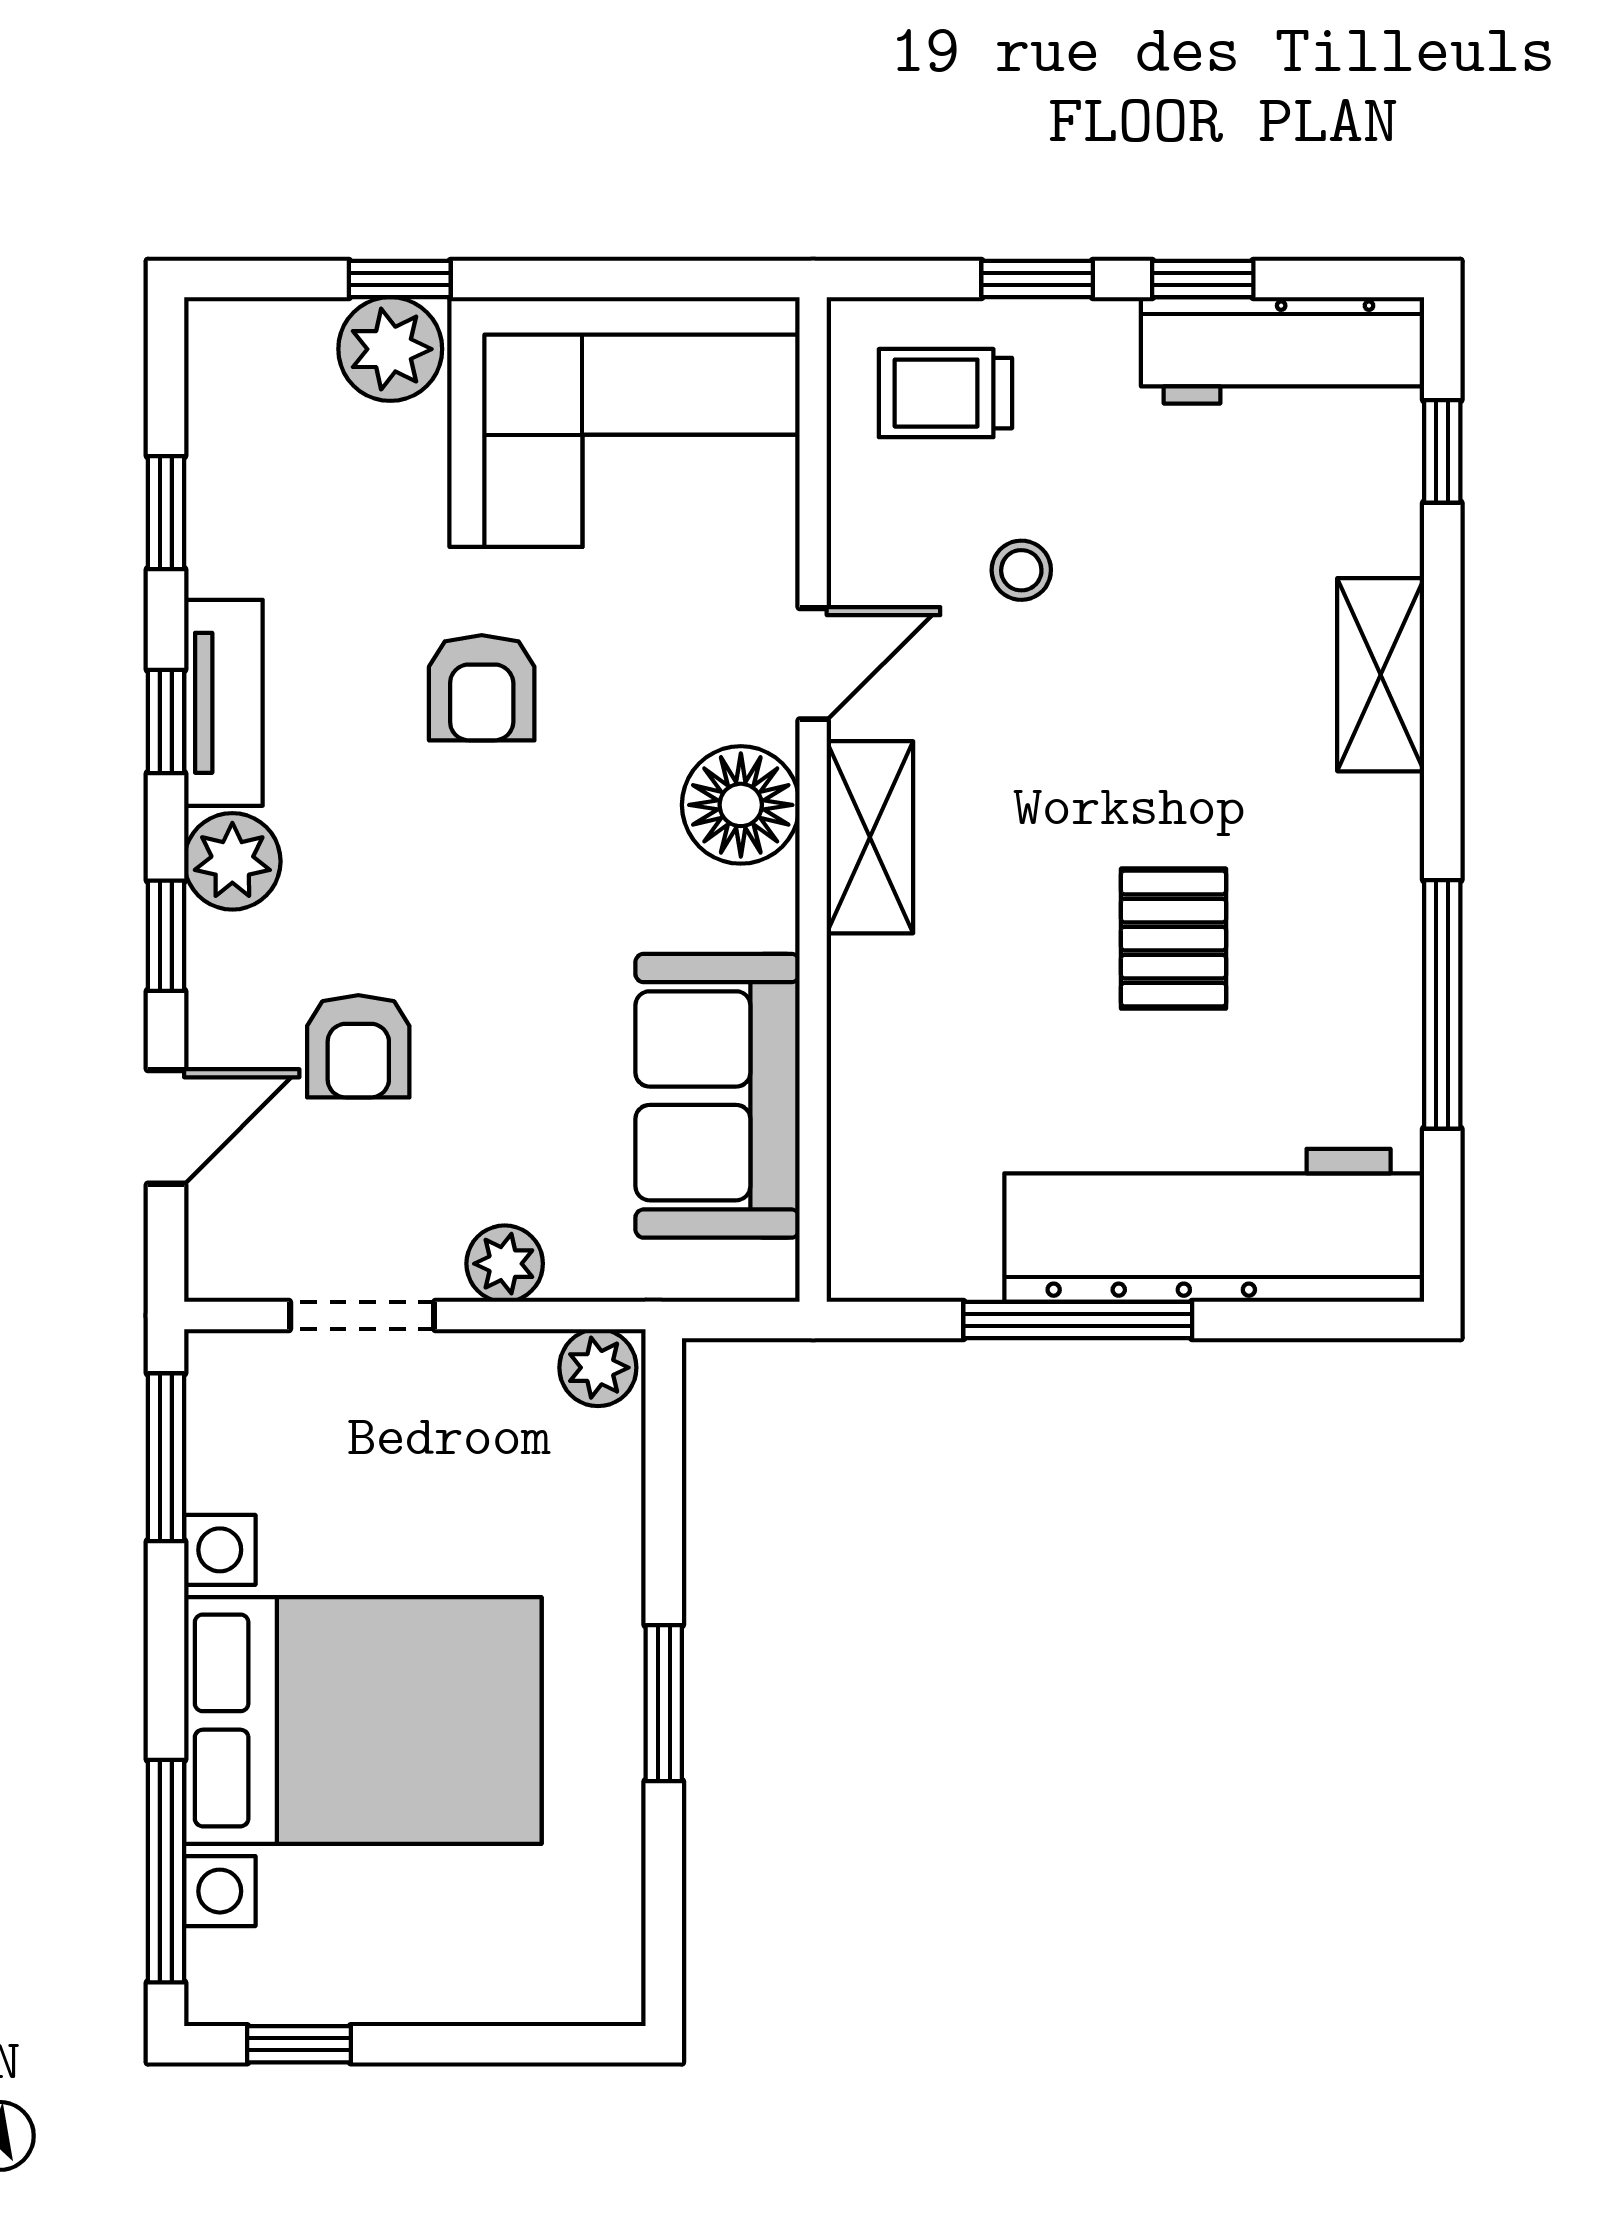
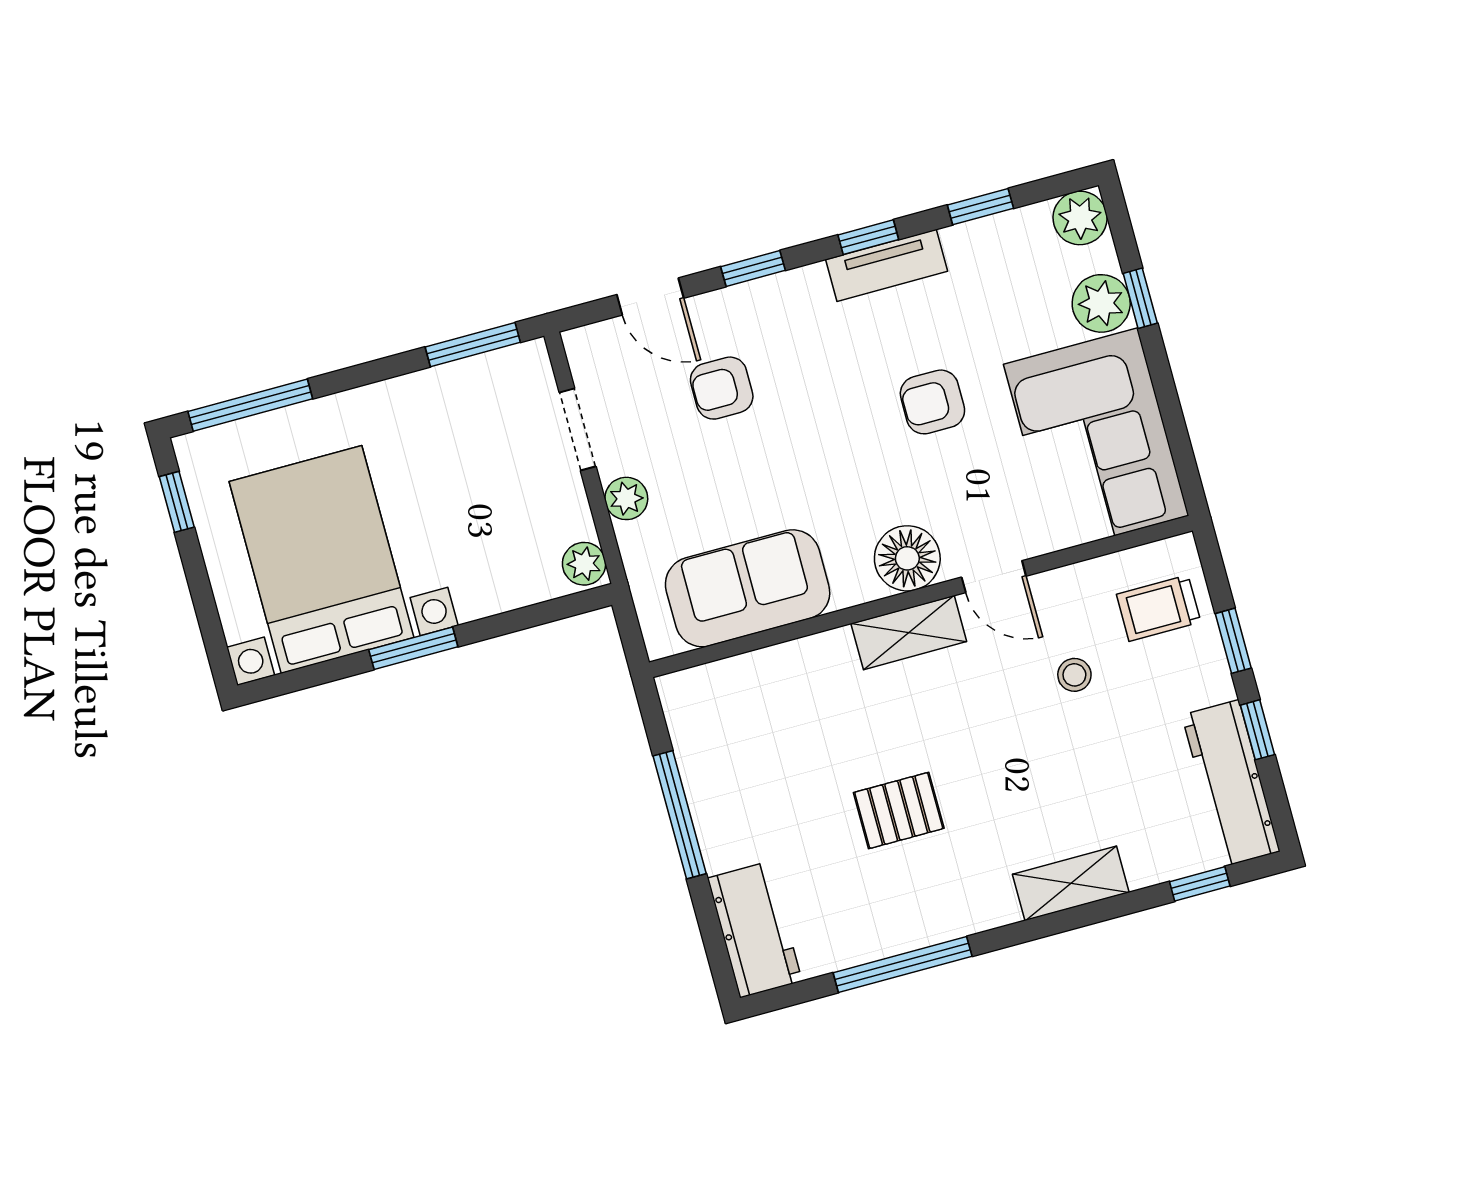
trolley: (945, 393) -> (1159, 608), turned -90
plant: (232, 861) -> (1080, 218), moved
workbench: (1214, 1225) -> (755, 930), width x0.53, depth x0.76
bed with nightstands: (363, 1720) -> (321, 560), moved, turned 180

